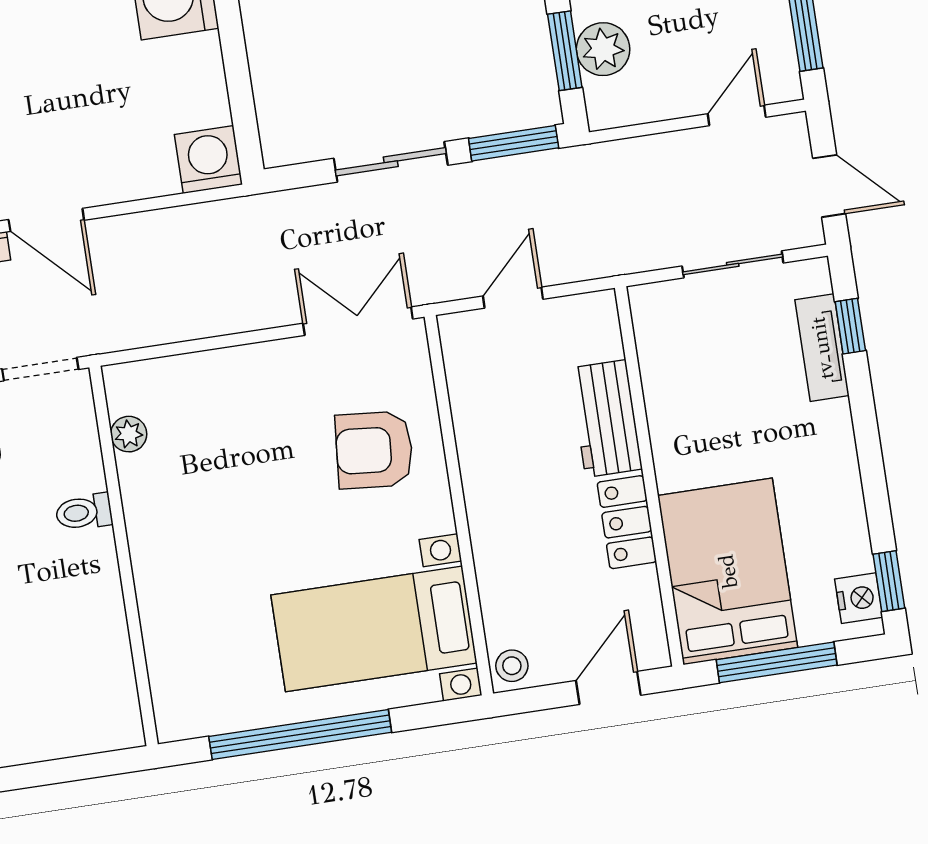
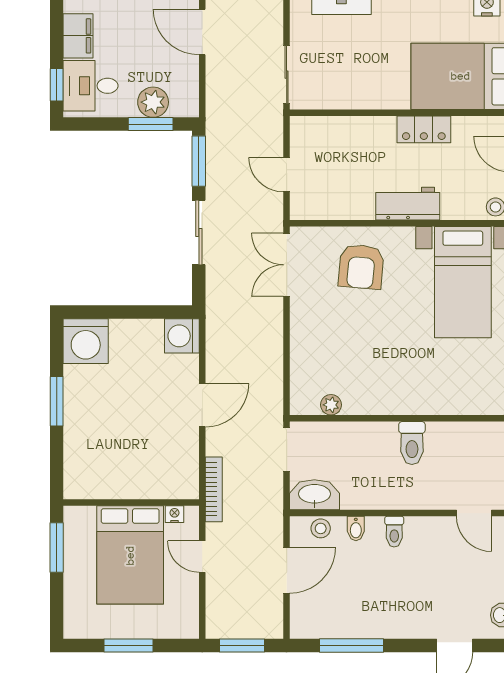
door: (737, 115) -> (202, 32), width x1.38
door: (46, 220) -> (202, 405), moved
sliding door: (733, 264) -> (287, 75), moved
workbench: (606, 418) -> (408, 204), moved, turned 180
toilet: (84, 512) -> (412, 443), moved, width x1.37, depth x1.39

